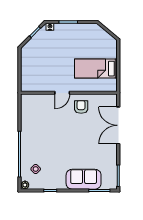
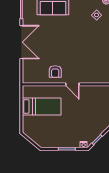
door: (62, 93) -> (72, 84), swing flipped
double door: (118, 125) -> (21, 42), moved

